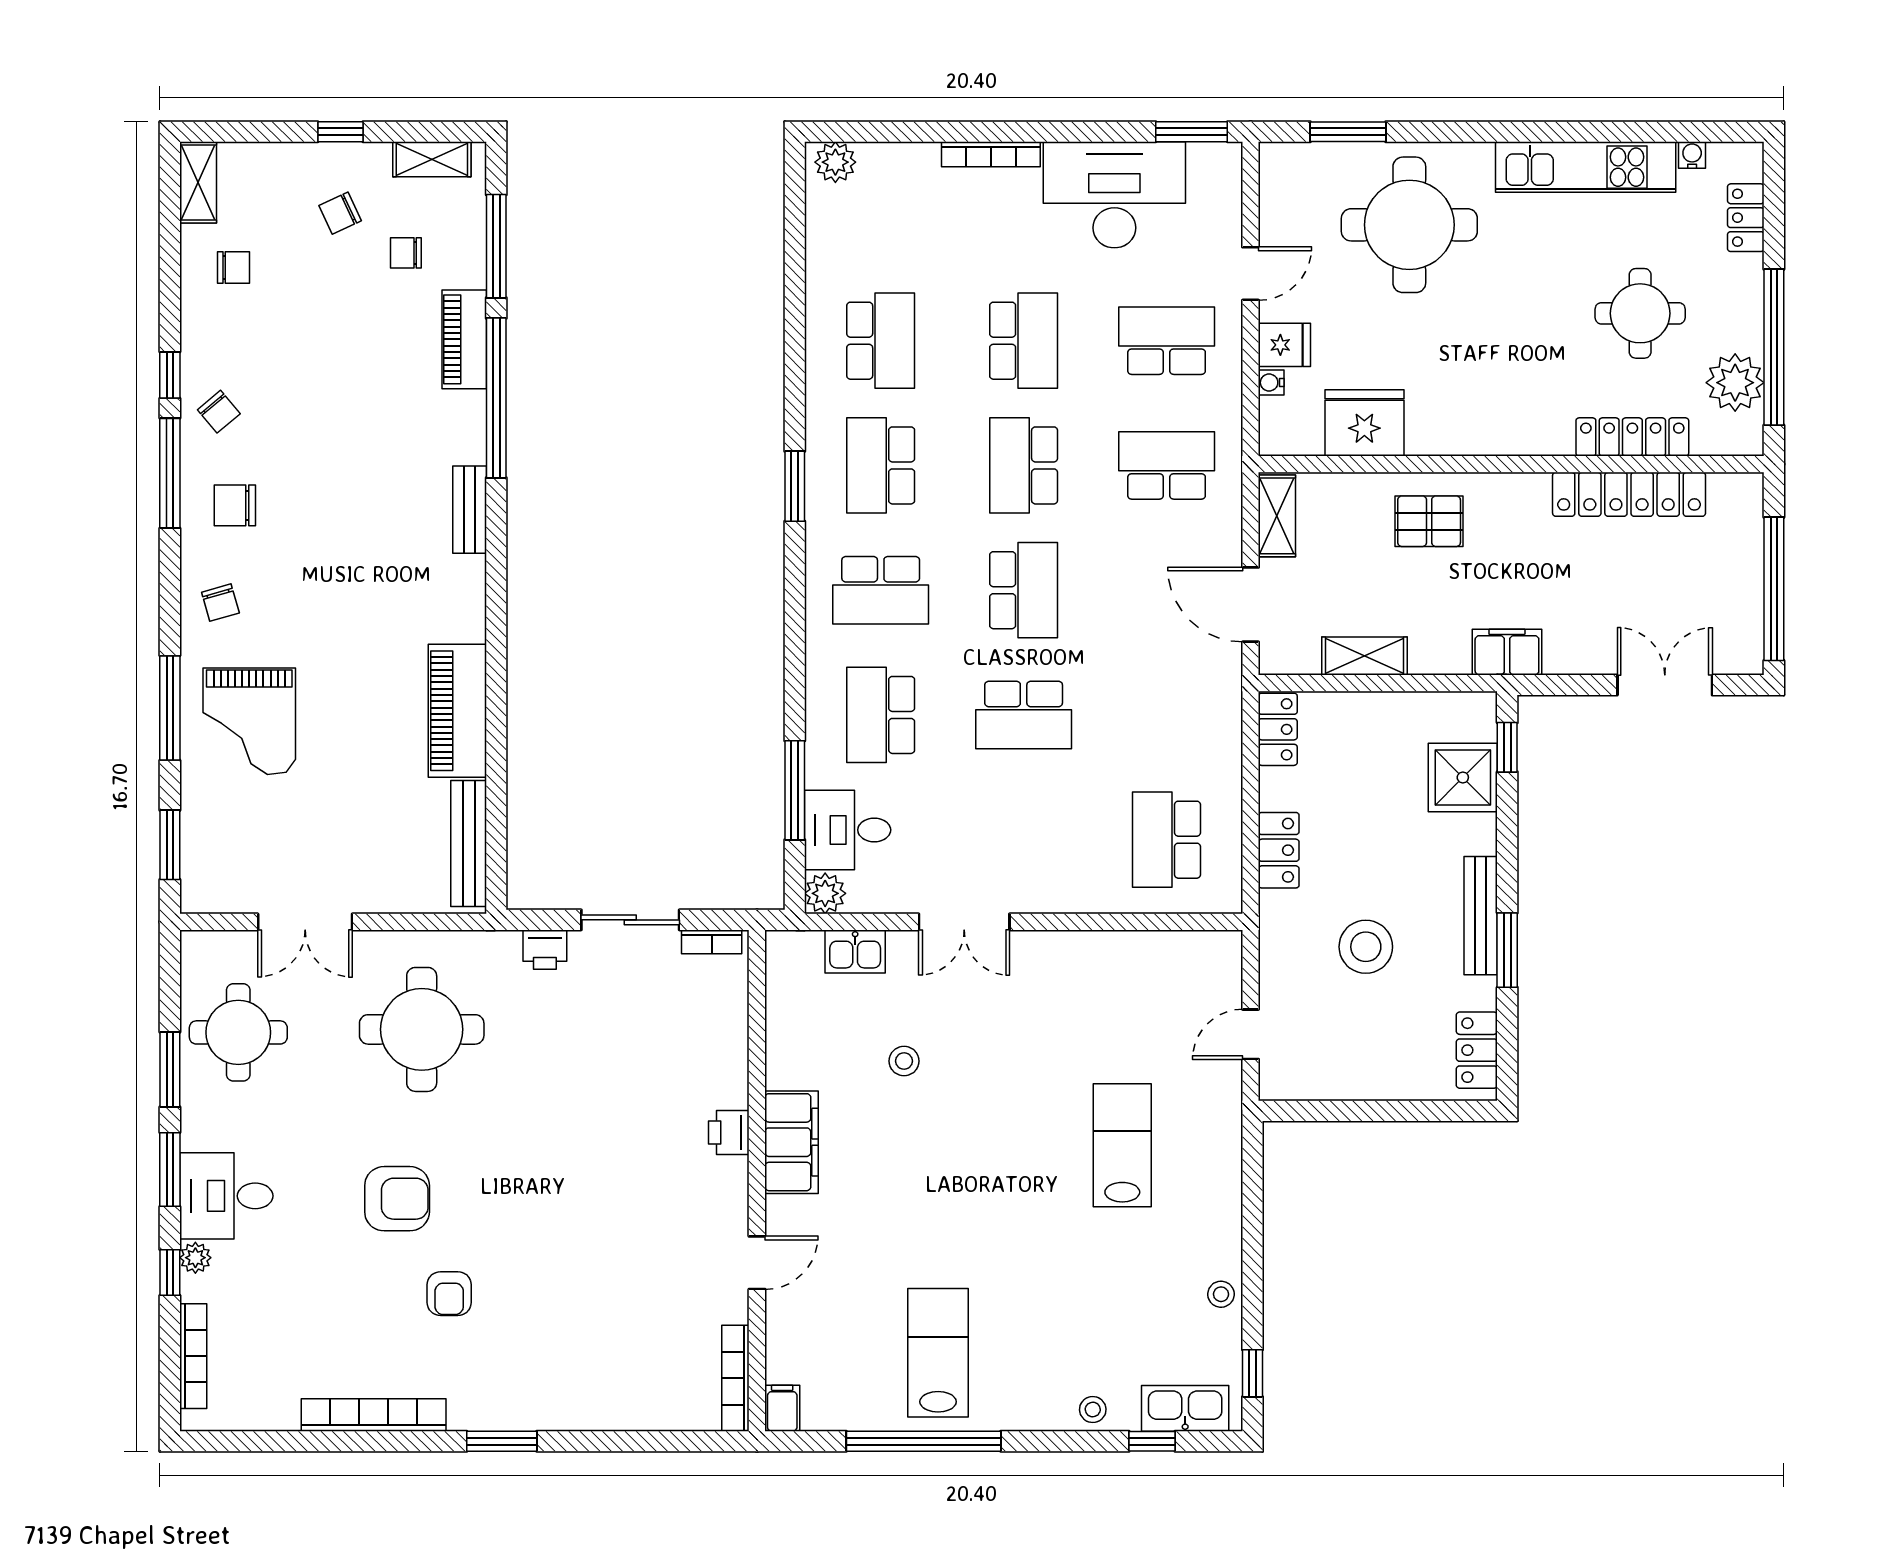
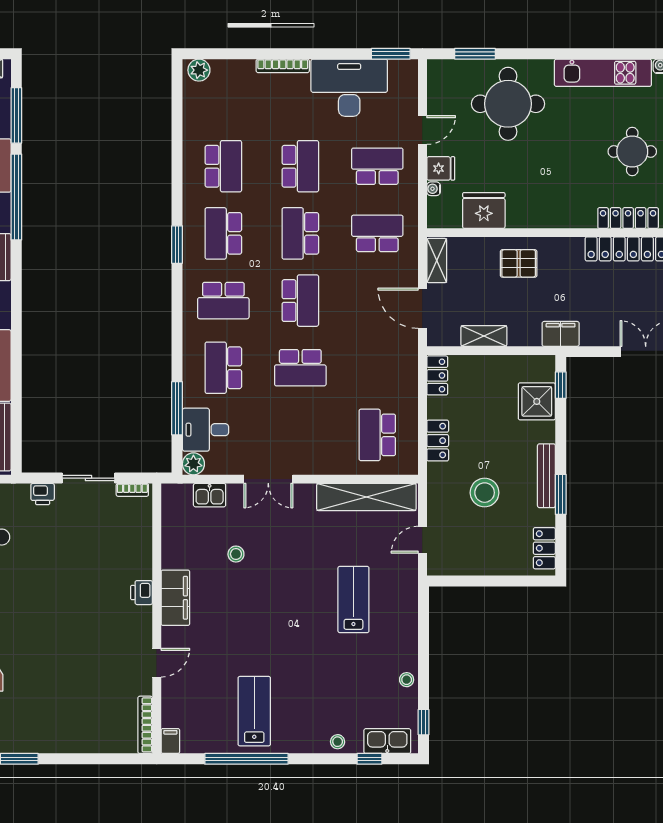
shelving: (1146, 955) -> (366, 497), added

